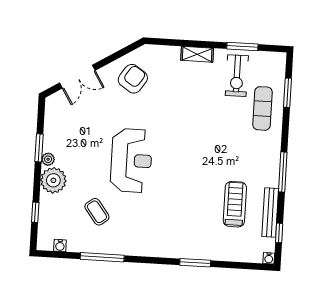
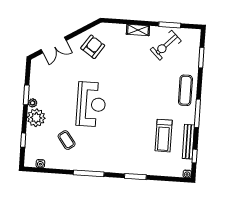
exercise bike: (237, 76) -> (166, 45), turned 44
exercise mat: (263, 108) -> (185, 90), moved
treadmill: (235, 204) -> (164, 136), turned 180
window: (102, 257) -> (89, 173), moved

